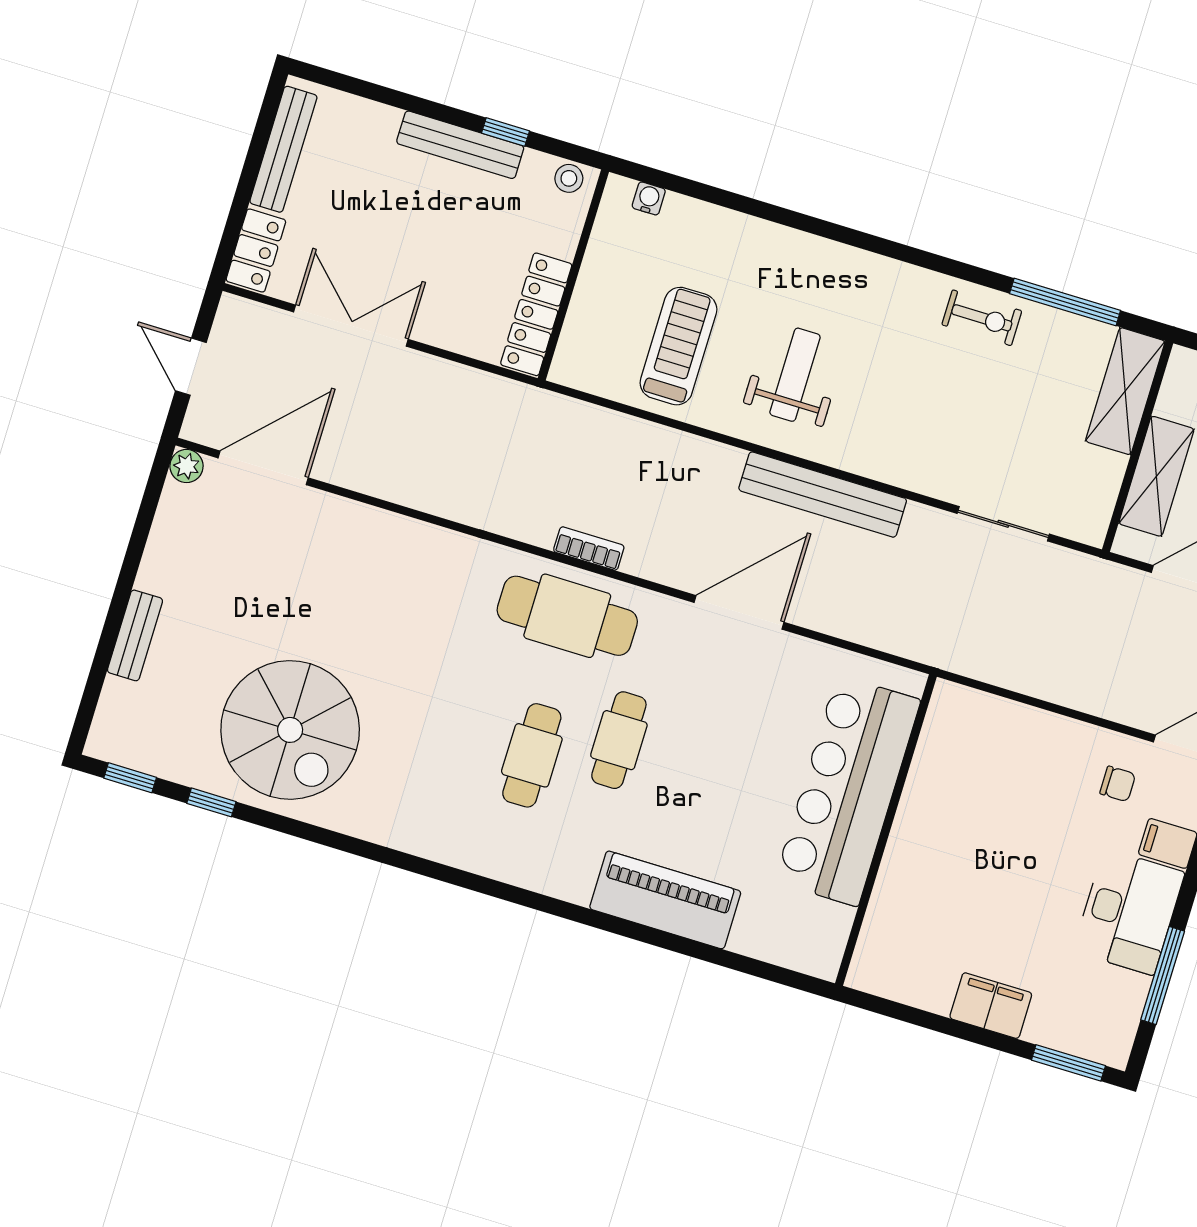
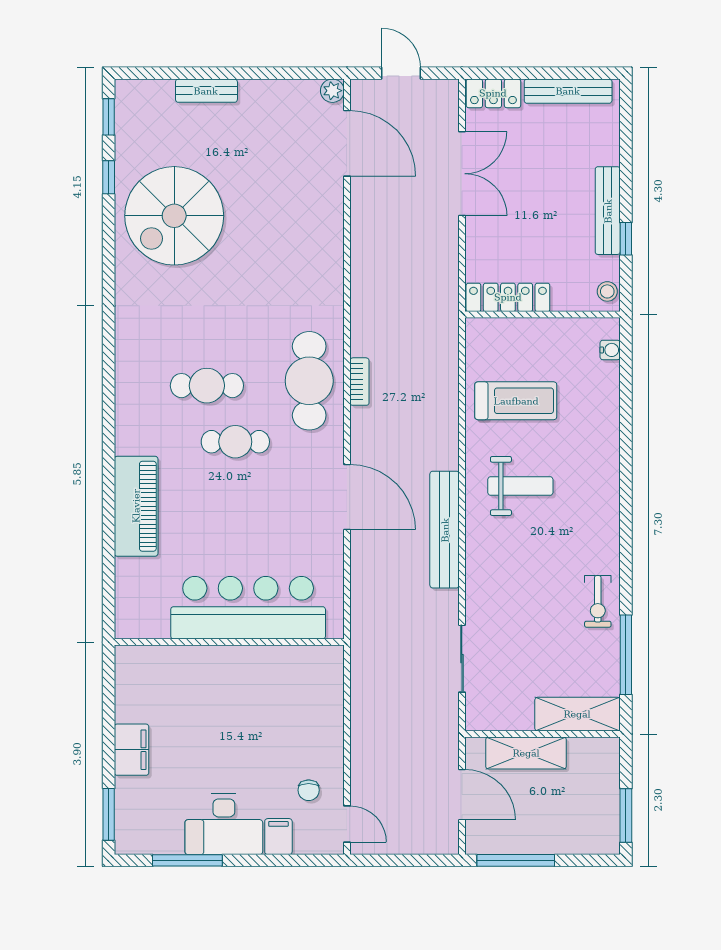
door: (191, 367) -> (401, 73), hinge flipped

